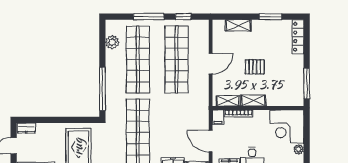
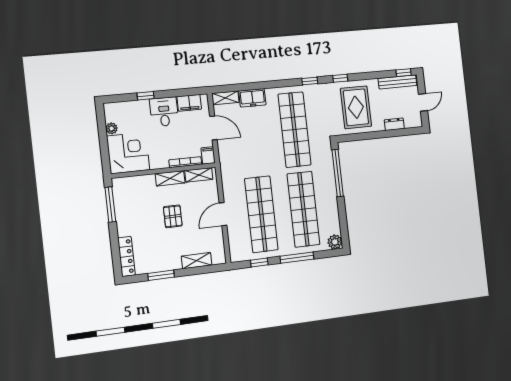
plant: (112, 42) -> (335, 242), moved
pallet: (255, 67) -> (173, 216), turned 90
dresser: (26, 128) -> (394, 124), moved

